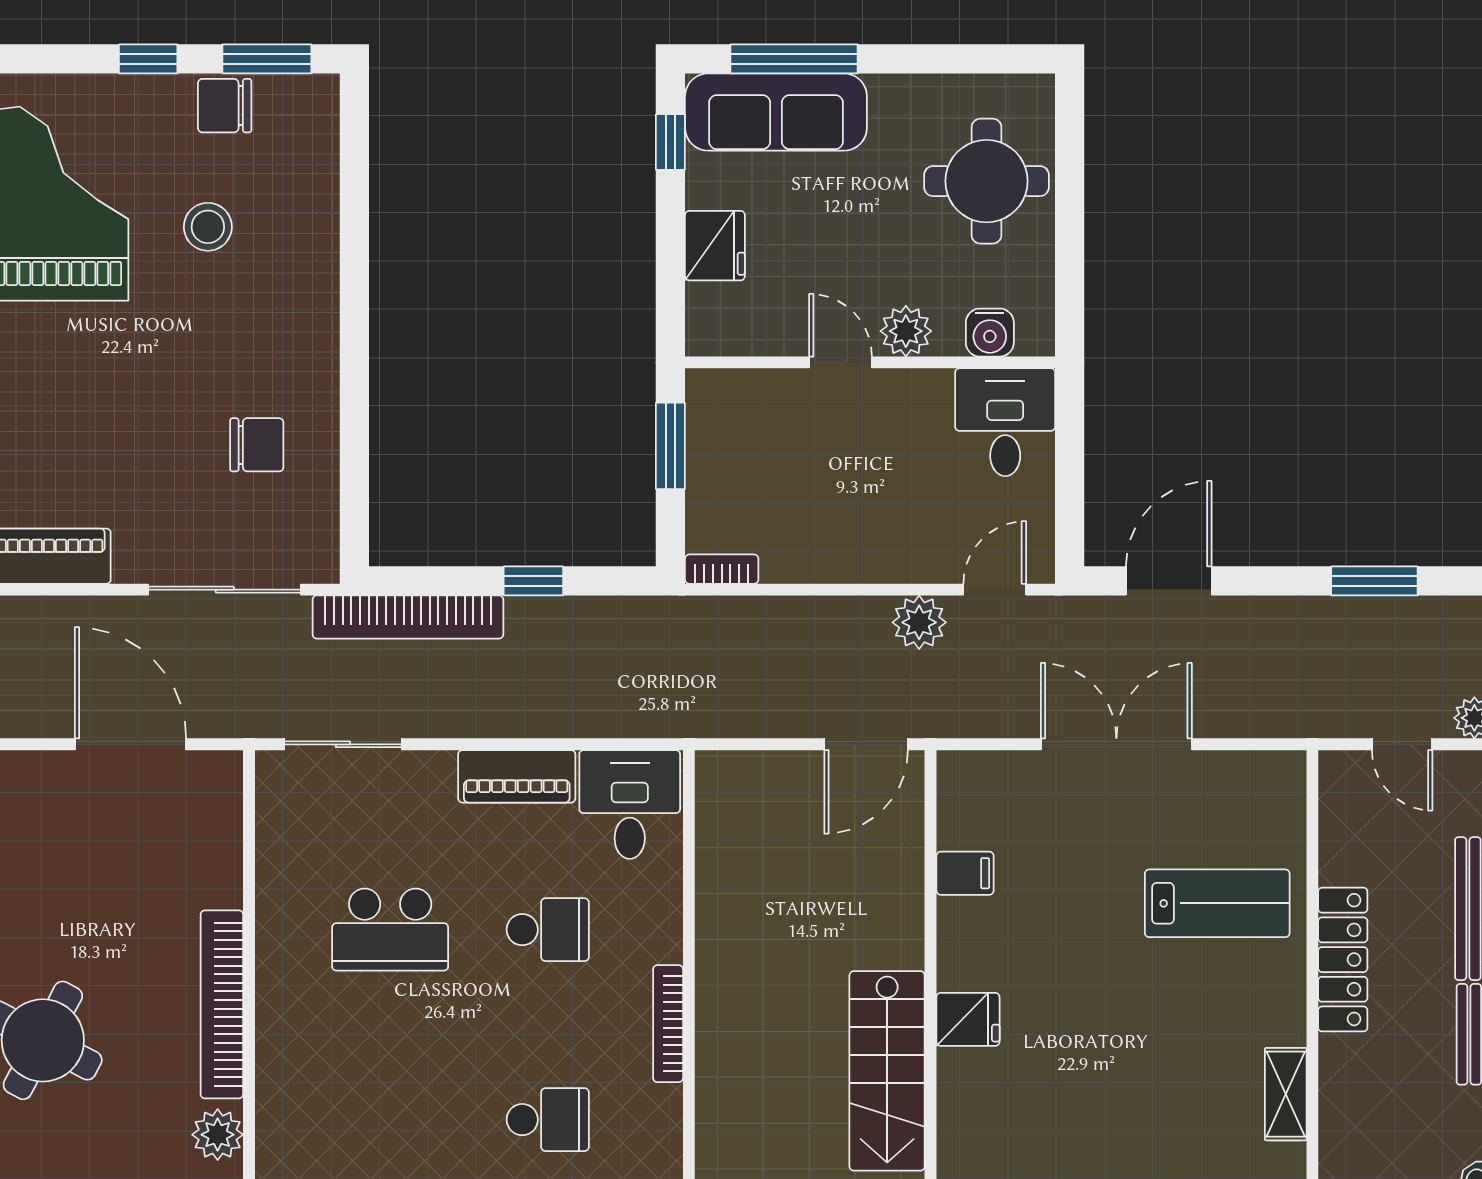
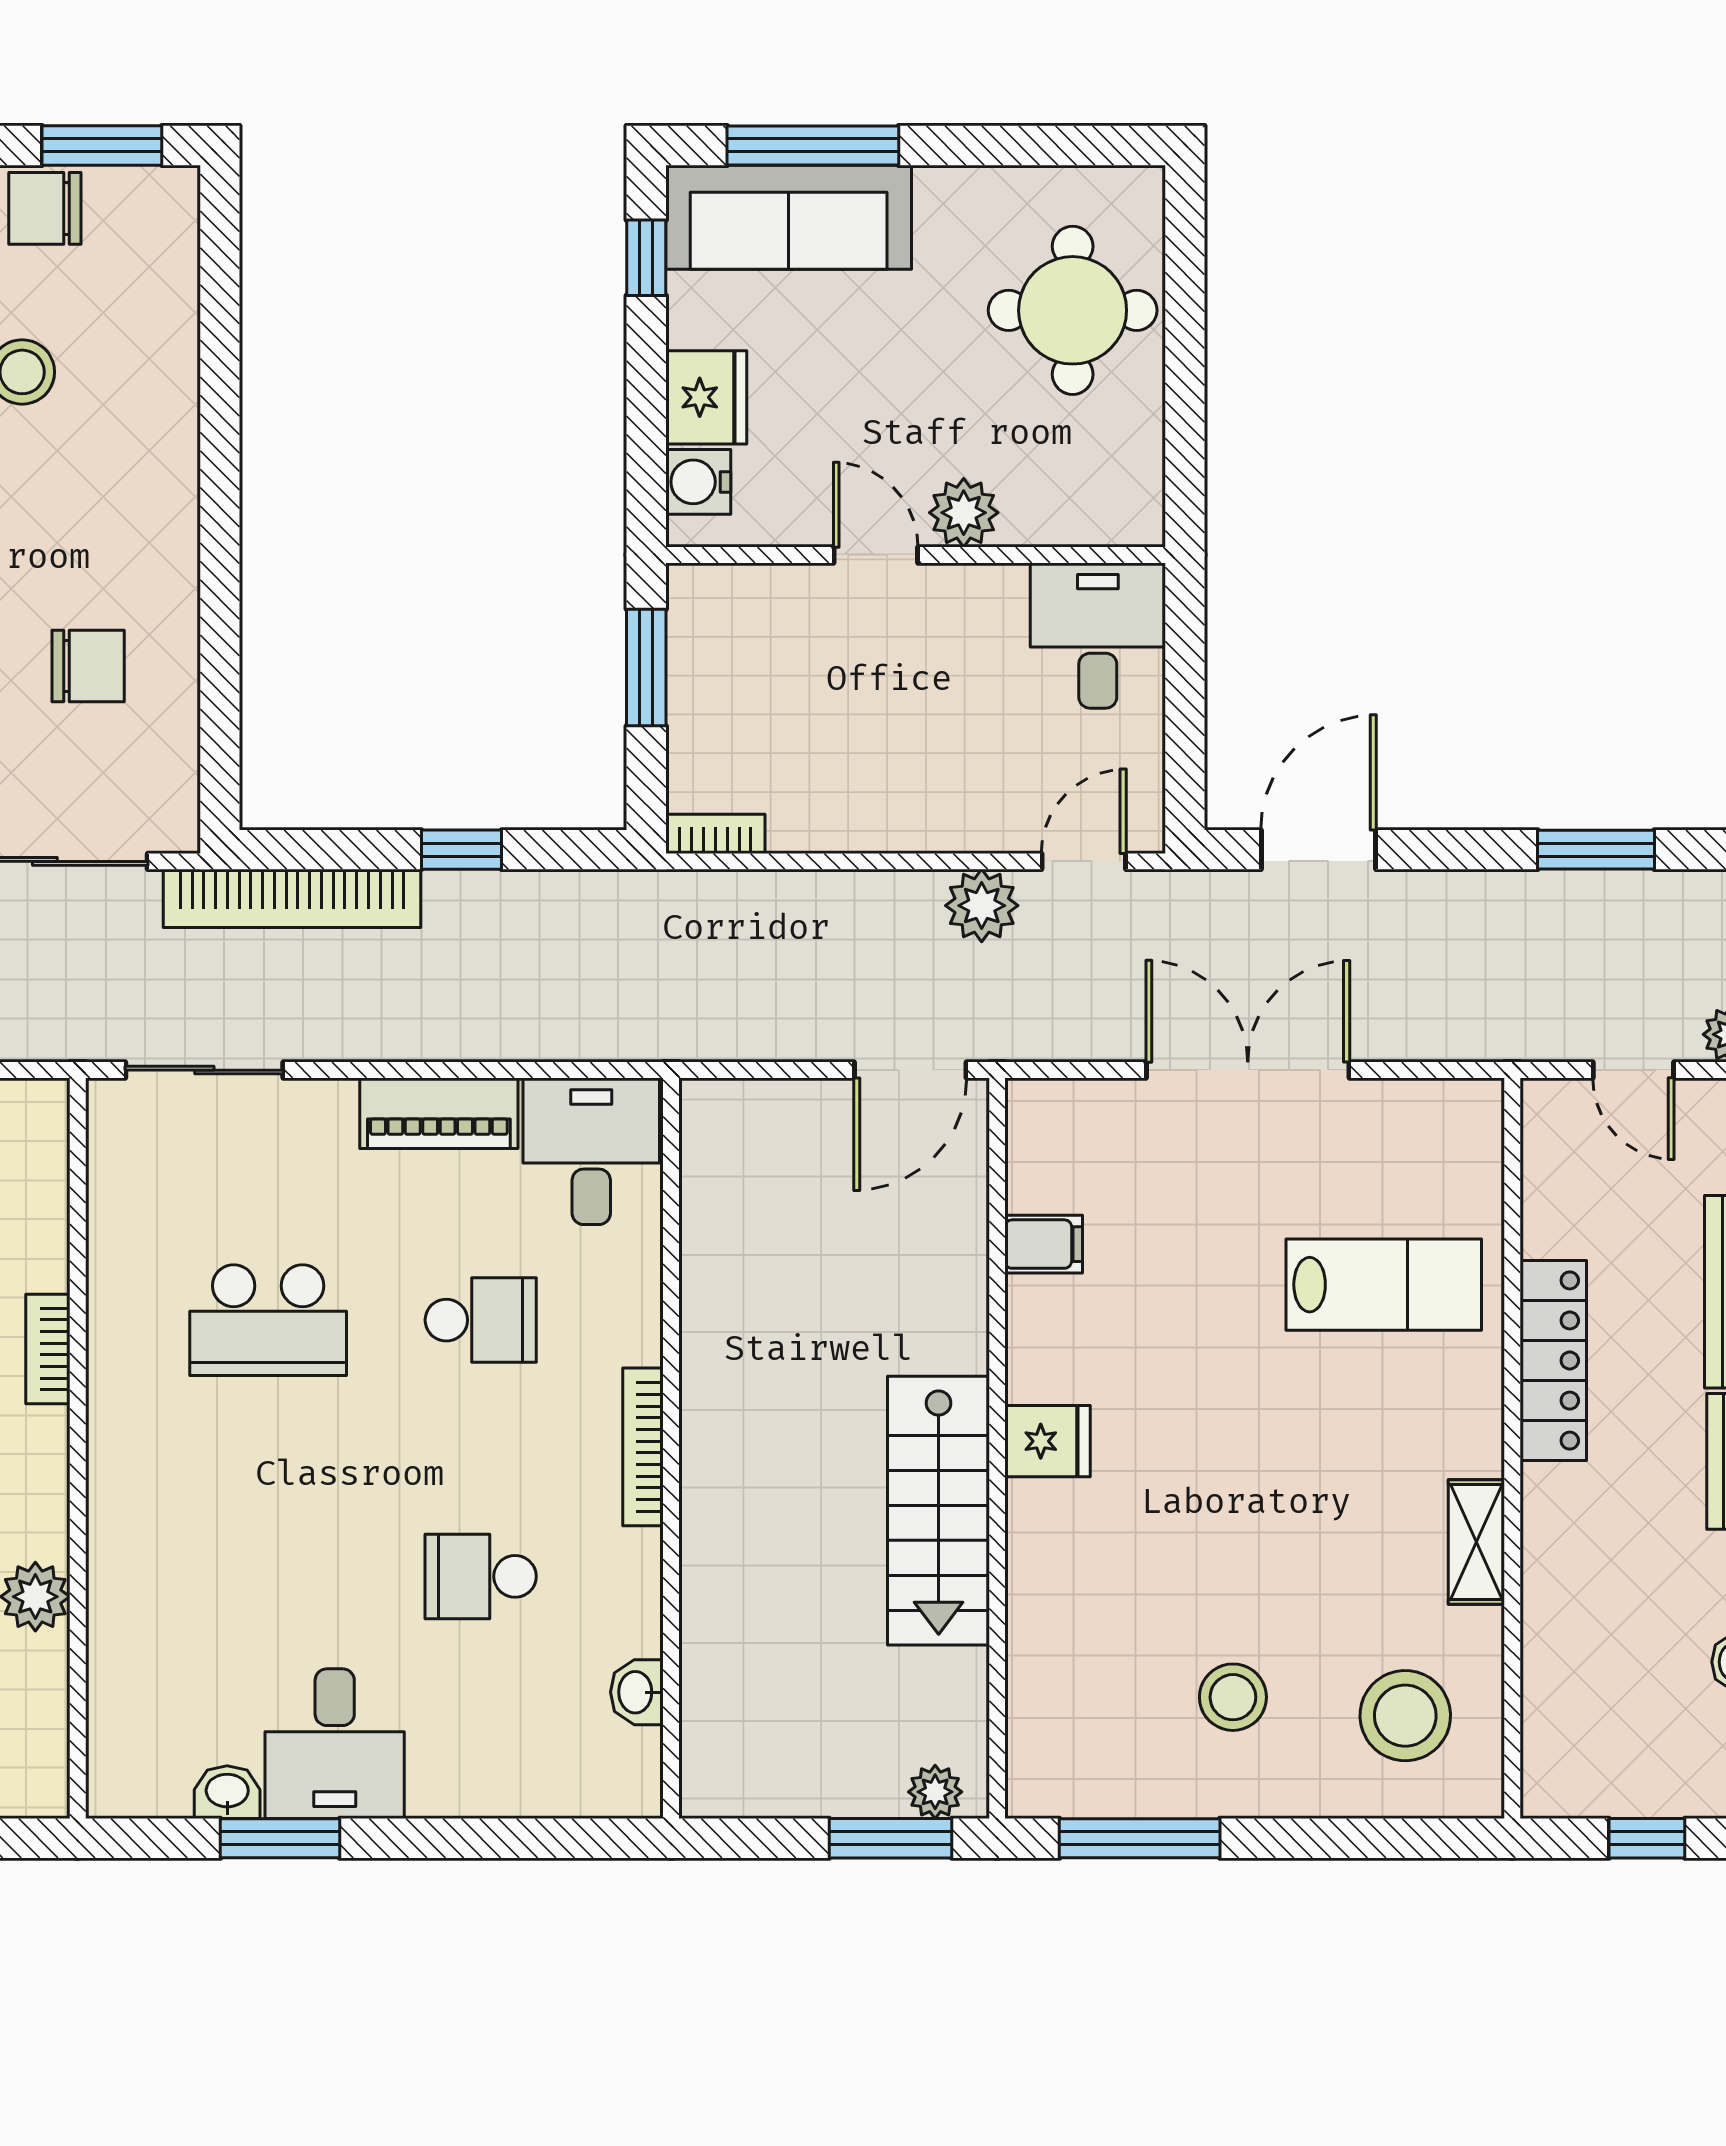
water cooler: (990, 333) -> (698, 482), moved, turned 90
bookcase: (222, 1004) -> (48, 1349), width x0.43, depth x0.76
school desk: (548, 1120) -> (481, 1576), turned 180

